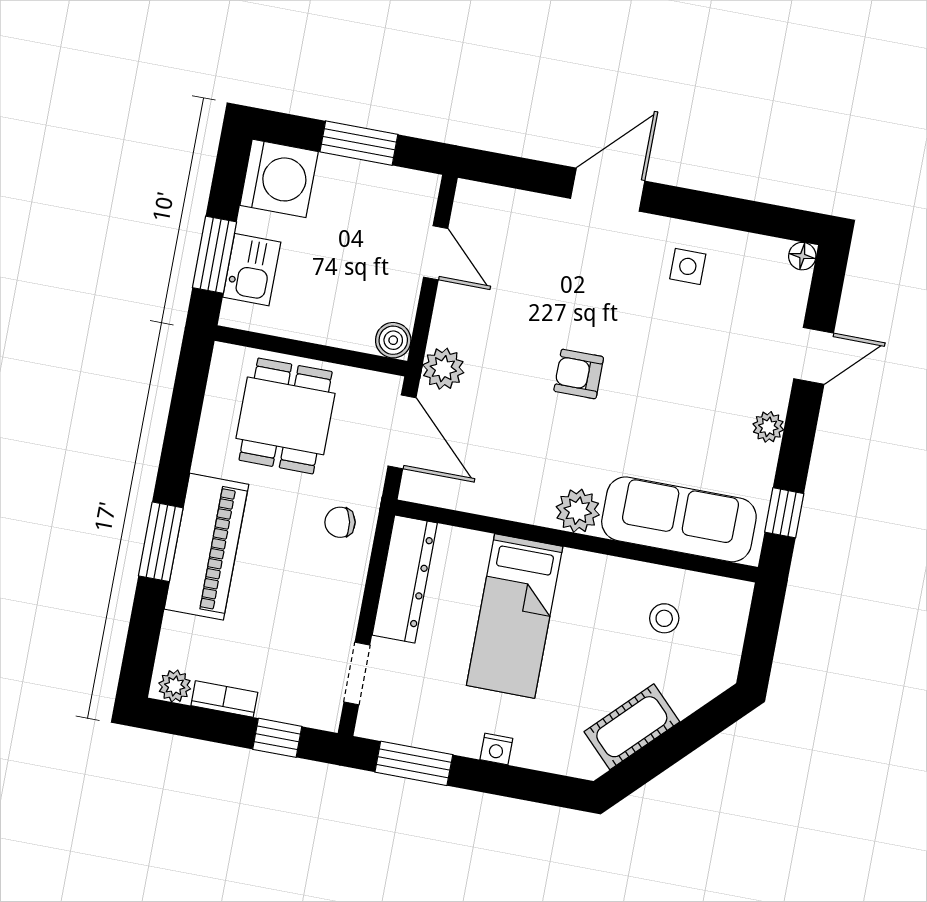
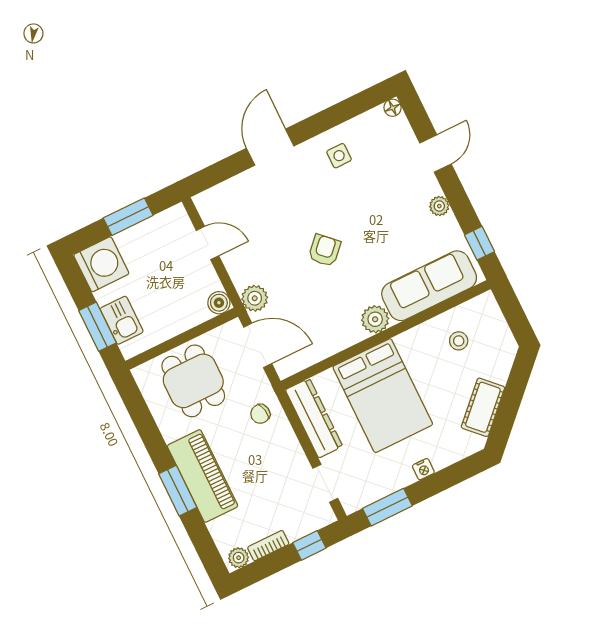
armchair: (579, 374) -> (325, 250), turned 134
bed: (515, 616) -> (383, 396), width x1.50

